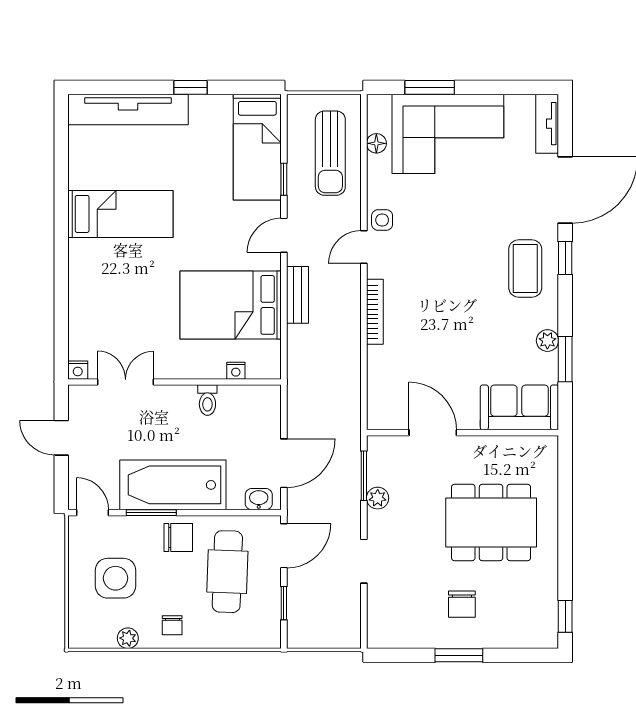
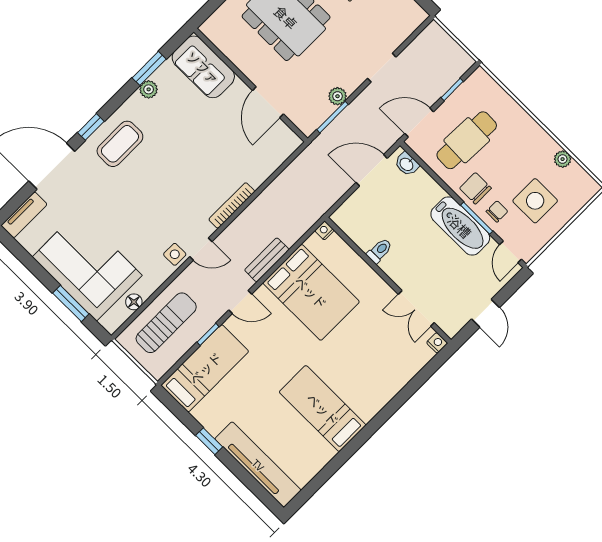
nightstand: (236, 371) -> (325, 230), moved, turned -90
bathtub: (173, 485) -> (460, 226), width x0.73, depth x0.73
chair: (172, 625) -> (497, 211), moved

